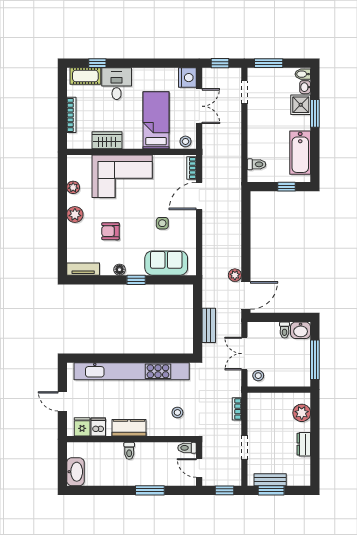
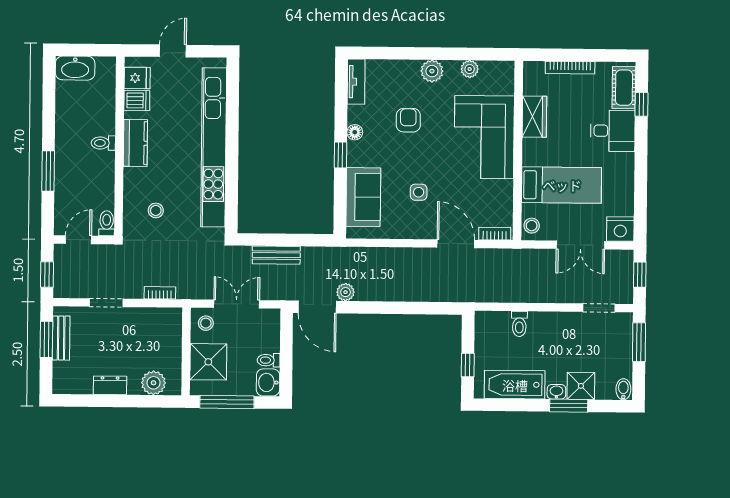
washbasin: (305, 87) -> (556, 392), moved
toilet: (256, 164) -> (519, 324), moved
shower: (286, 373) -> (208, 362), added

